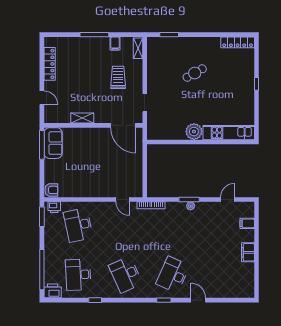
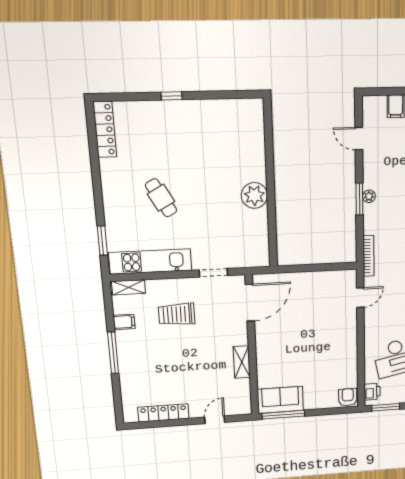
kitchen unit: (229, 133) -> (150, 262), moved, turned 90

